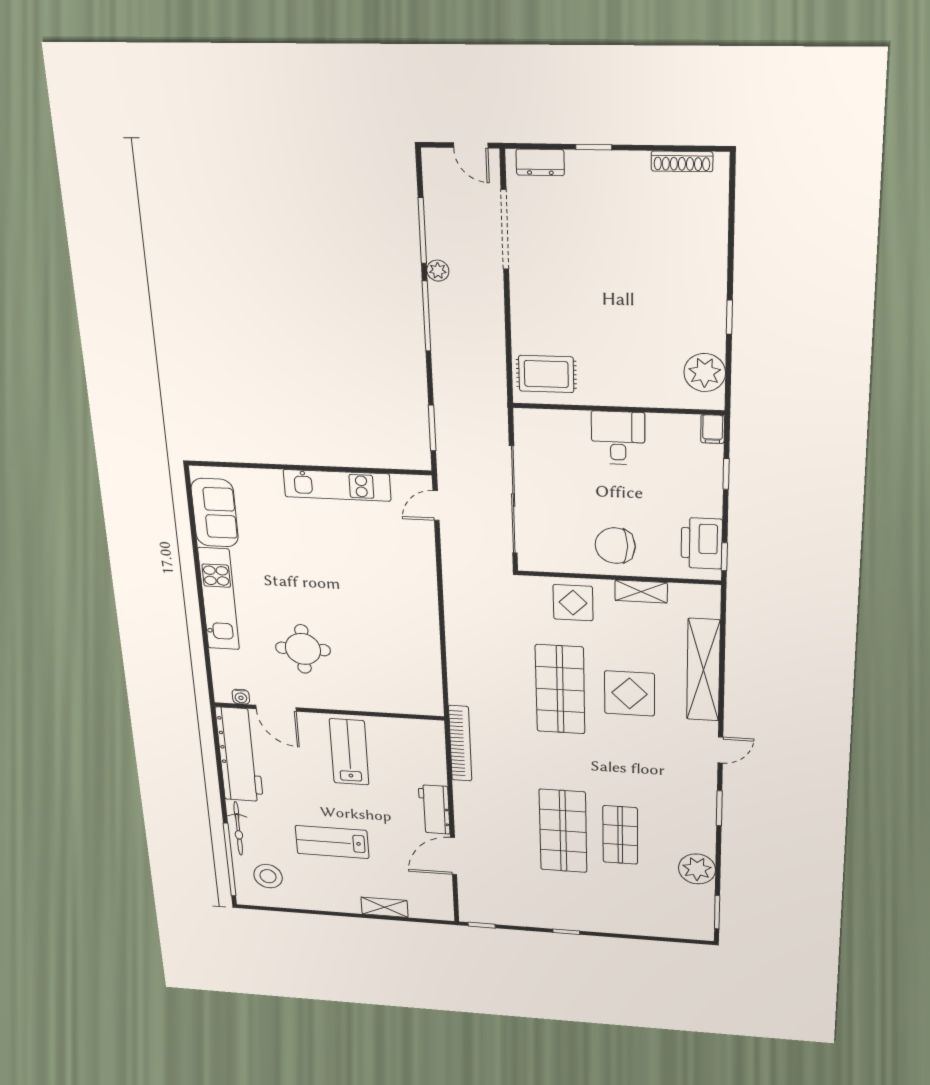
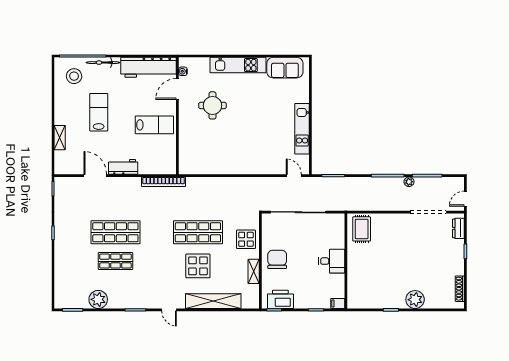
plant: (705, 373) -> (415, 300), moved

